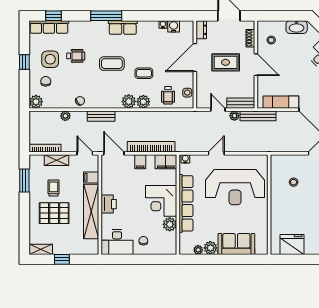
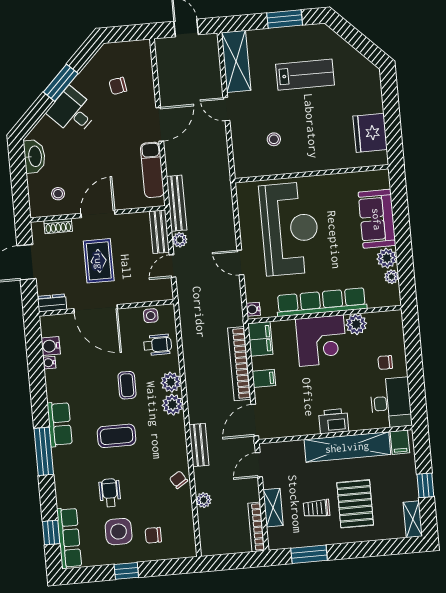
coffee table: (112, 64) -> (117, 436), turned 90
plant: (36, 102) -> (186, 548), removed
filing cabinet: (91, 177) -> (400, 442), moved

